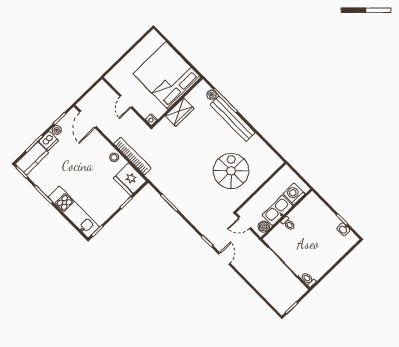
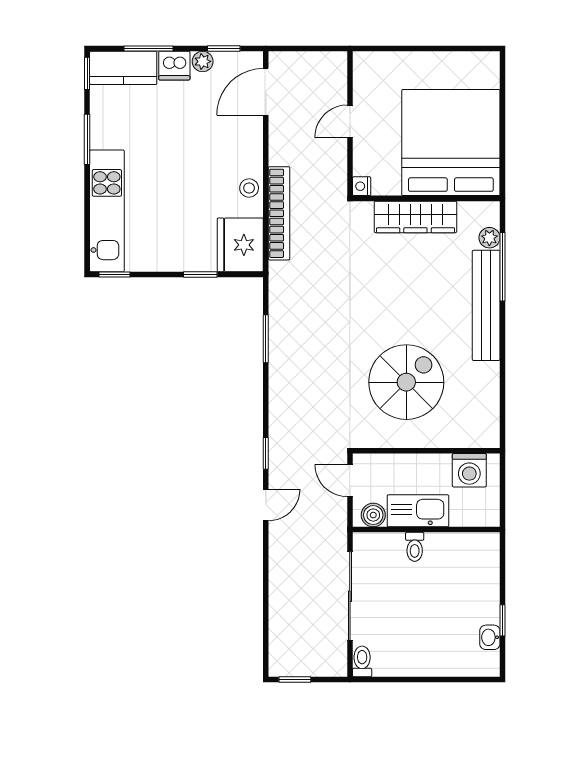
wardrobe: (180, 112) -> (415, 217), width x1.50
washing machine: (294, 194) -> (469, 470), moved, turned 180

